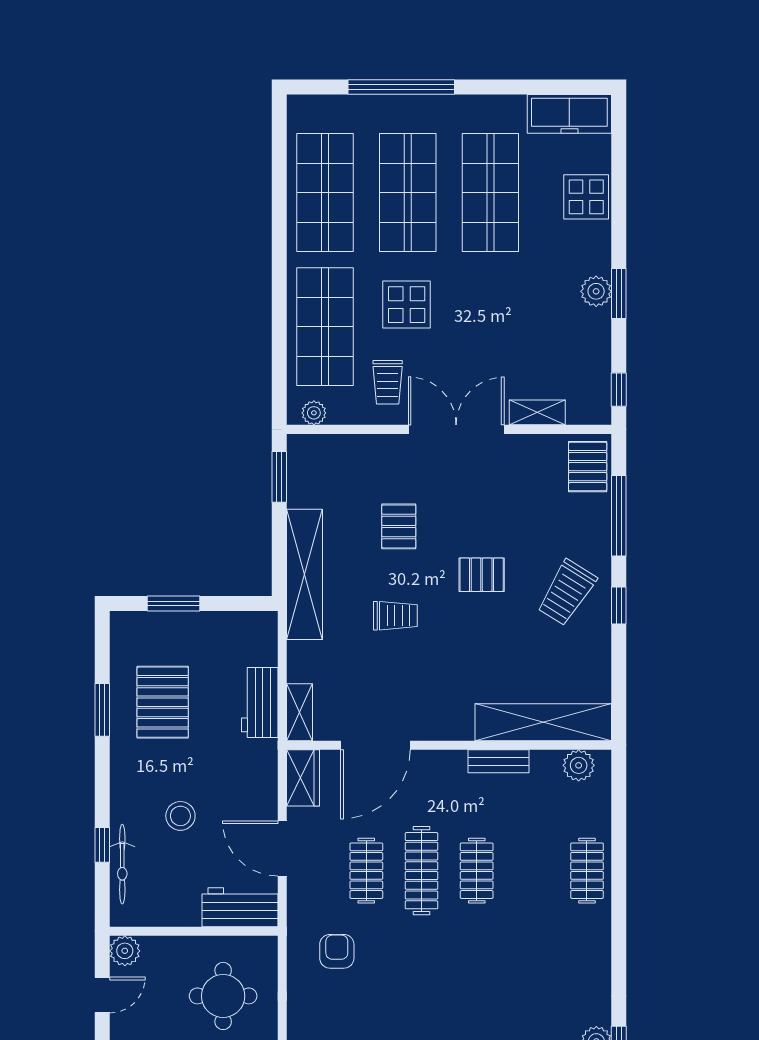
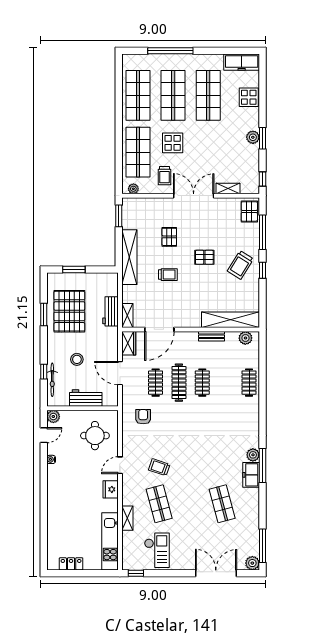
pallet: (163, 702) -> (69, 311), width x1.37, depth x1.41
workbench: (240, 907) -> (86, 398), moved

